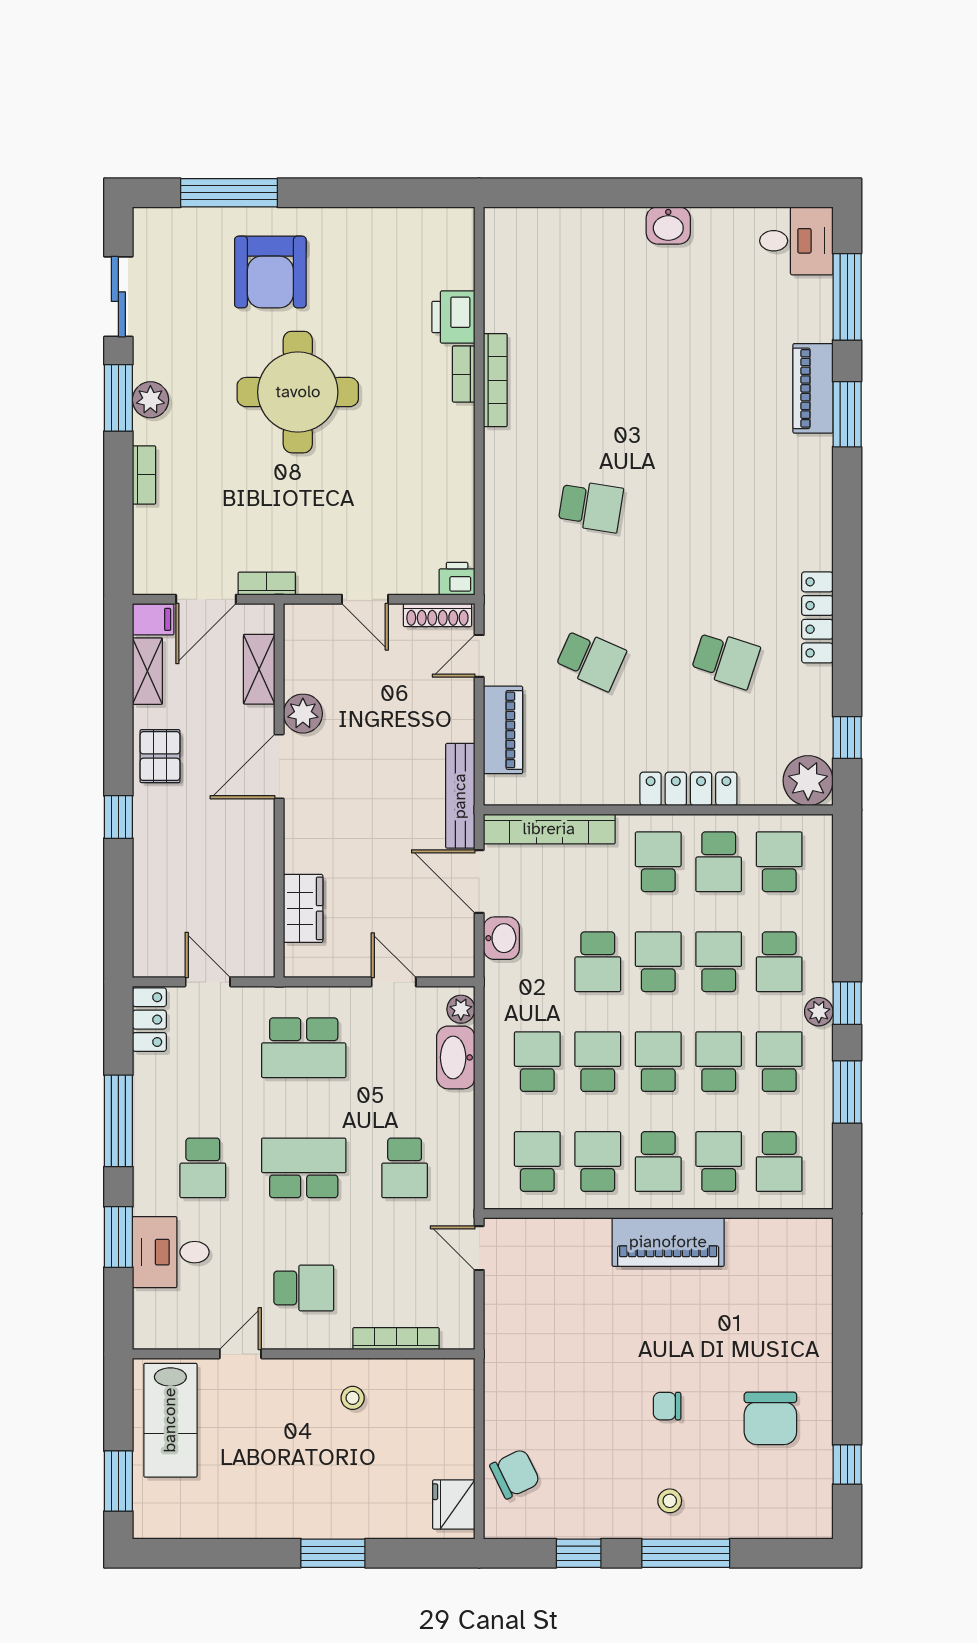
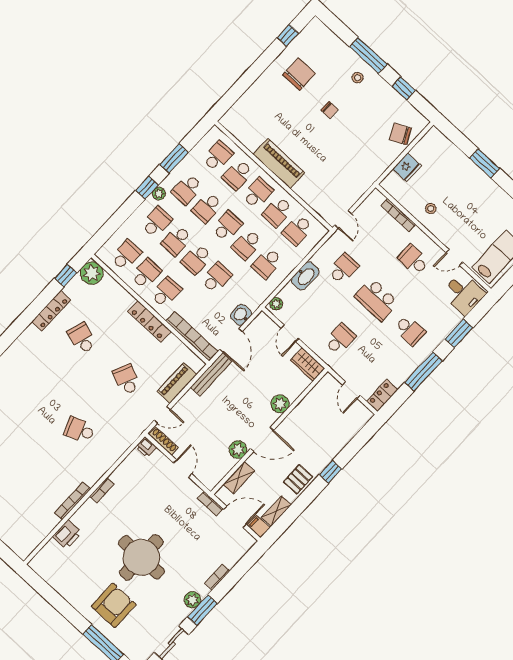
bookcase: (464, 374) -> (102, 490), moved
school desk: (591, 506) -> (80, 430), turned -30
locker: (817, 617) -> (51, 311), moved
locker: (688, 789) -> (149, 321), moved
plant: (303, 852) -> (280, 404), added
school desk: (658, 862) -> (166, 292), turned 180
school desk: (779, 862) -> (126, 255), turned 180
wardrobe: (303, 908) -> (307, 364), moved, turned -90
school desk: (304, 1048) -> (340, 339), width x0.54
washbasin: (456, 1057) -> (305, 276), moved
school desk: (658, 1062) -> (227, 226), turned 180
school desk: (203, 1168) -> (410, 330), turned 90
desk: (171, 1252) -> (463, 294), moved
fridge: (454, 1504) -> (407, 167), moved

